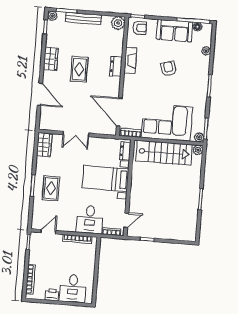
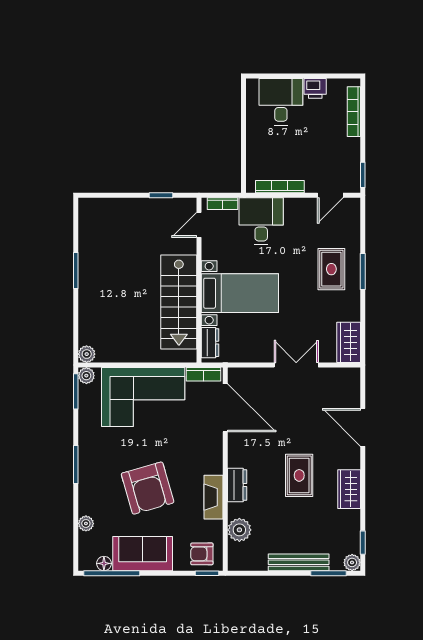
plant: (118, 23) -> (239, 530), moved
armchair: (169, 69) -> (148, 488), width x1.88, depth x1.88
stairs: (164, 153) -> (179, 302), moved, turned -90

